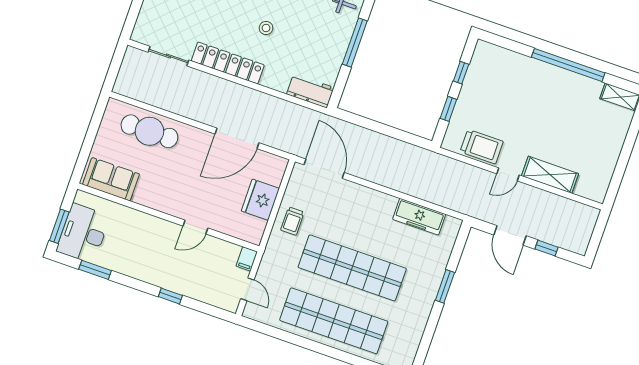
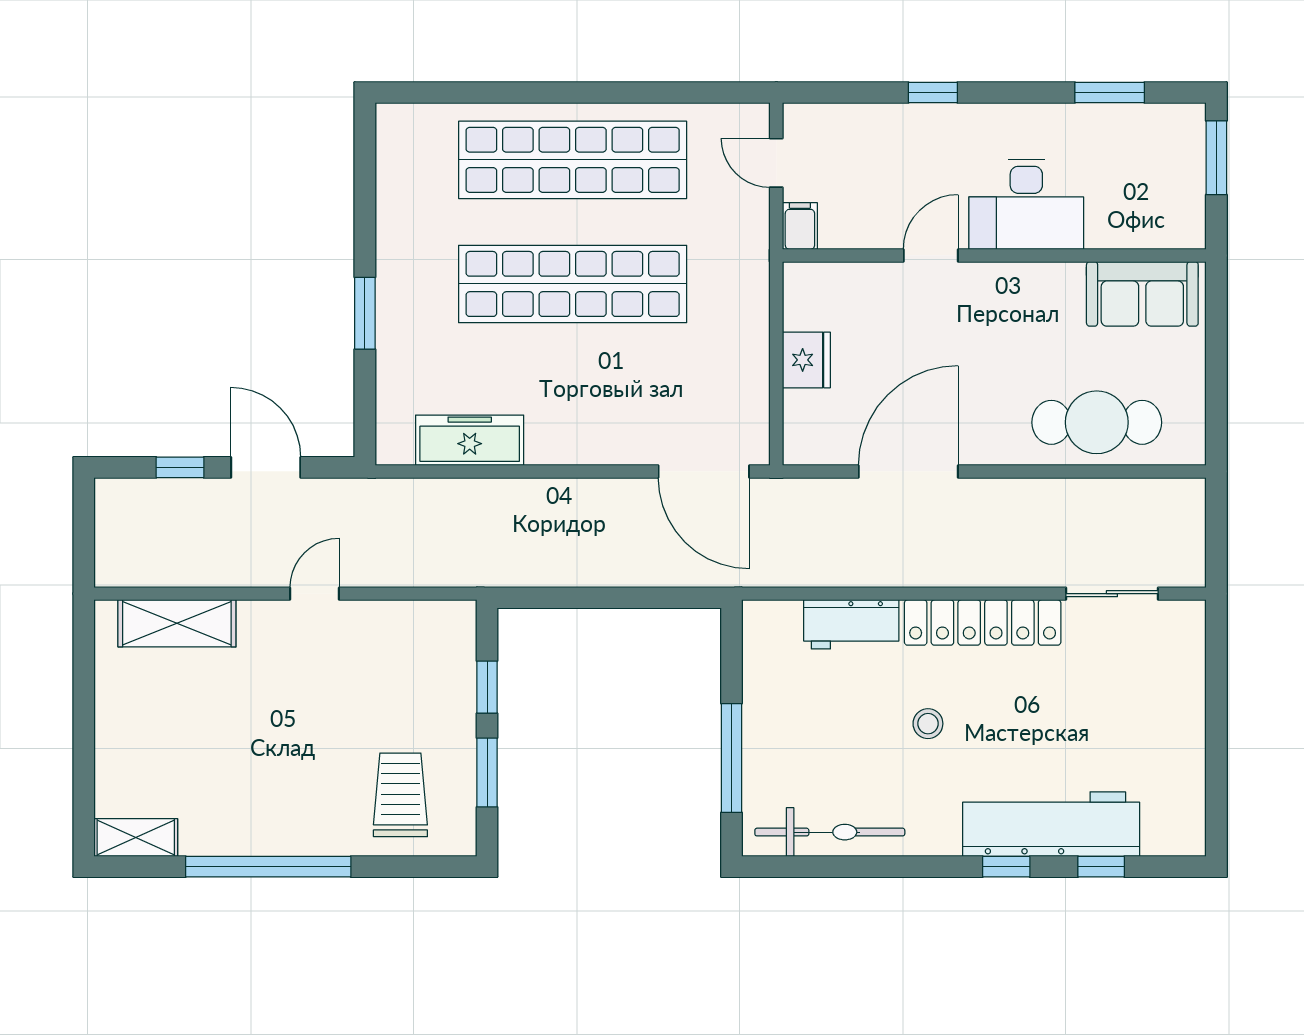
window: (461, 73) -> (487, 773), width x1.50
workbench: (310, 91) -> (851, 624), moved
trolley: (482, 147) -> (400, 795), moved, turned 90
shelving: (550, 175) -> (177, 623), moved
fridge: (260, 200) -> (806, 360), width x0.73, depth x0.75
trolley: (292, 221) -> (732, 339), removed
desk: (83, 233) -> (1026, 204), moved, turned 90

